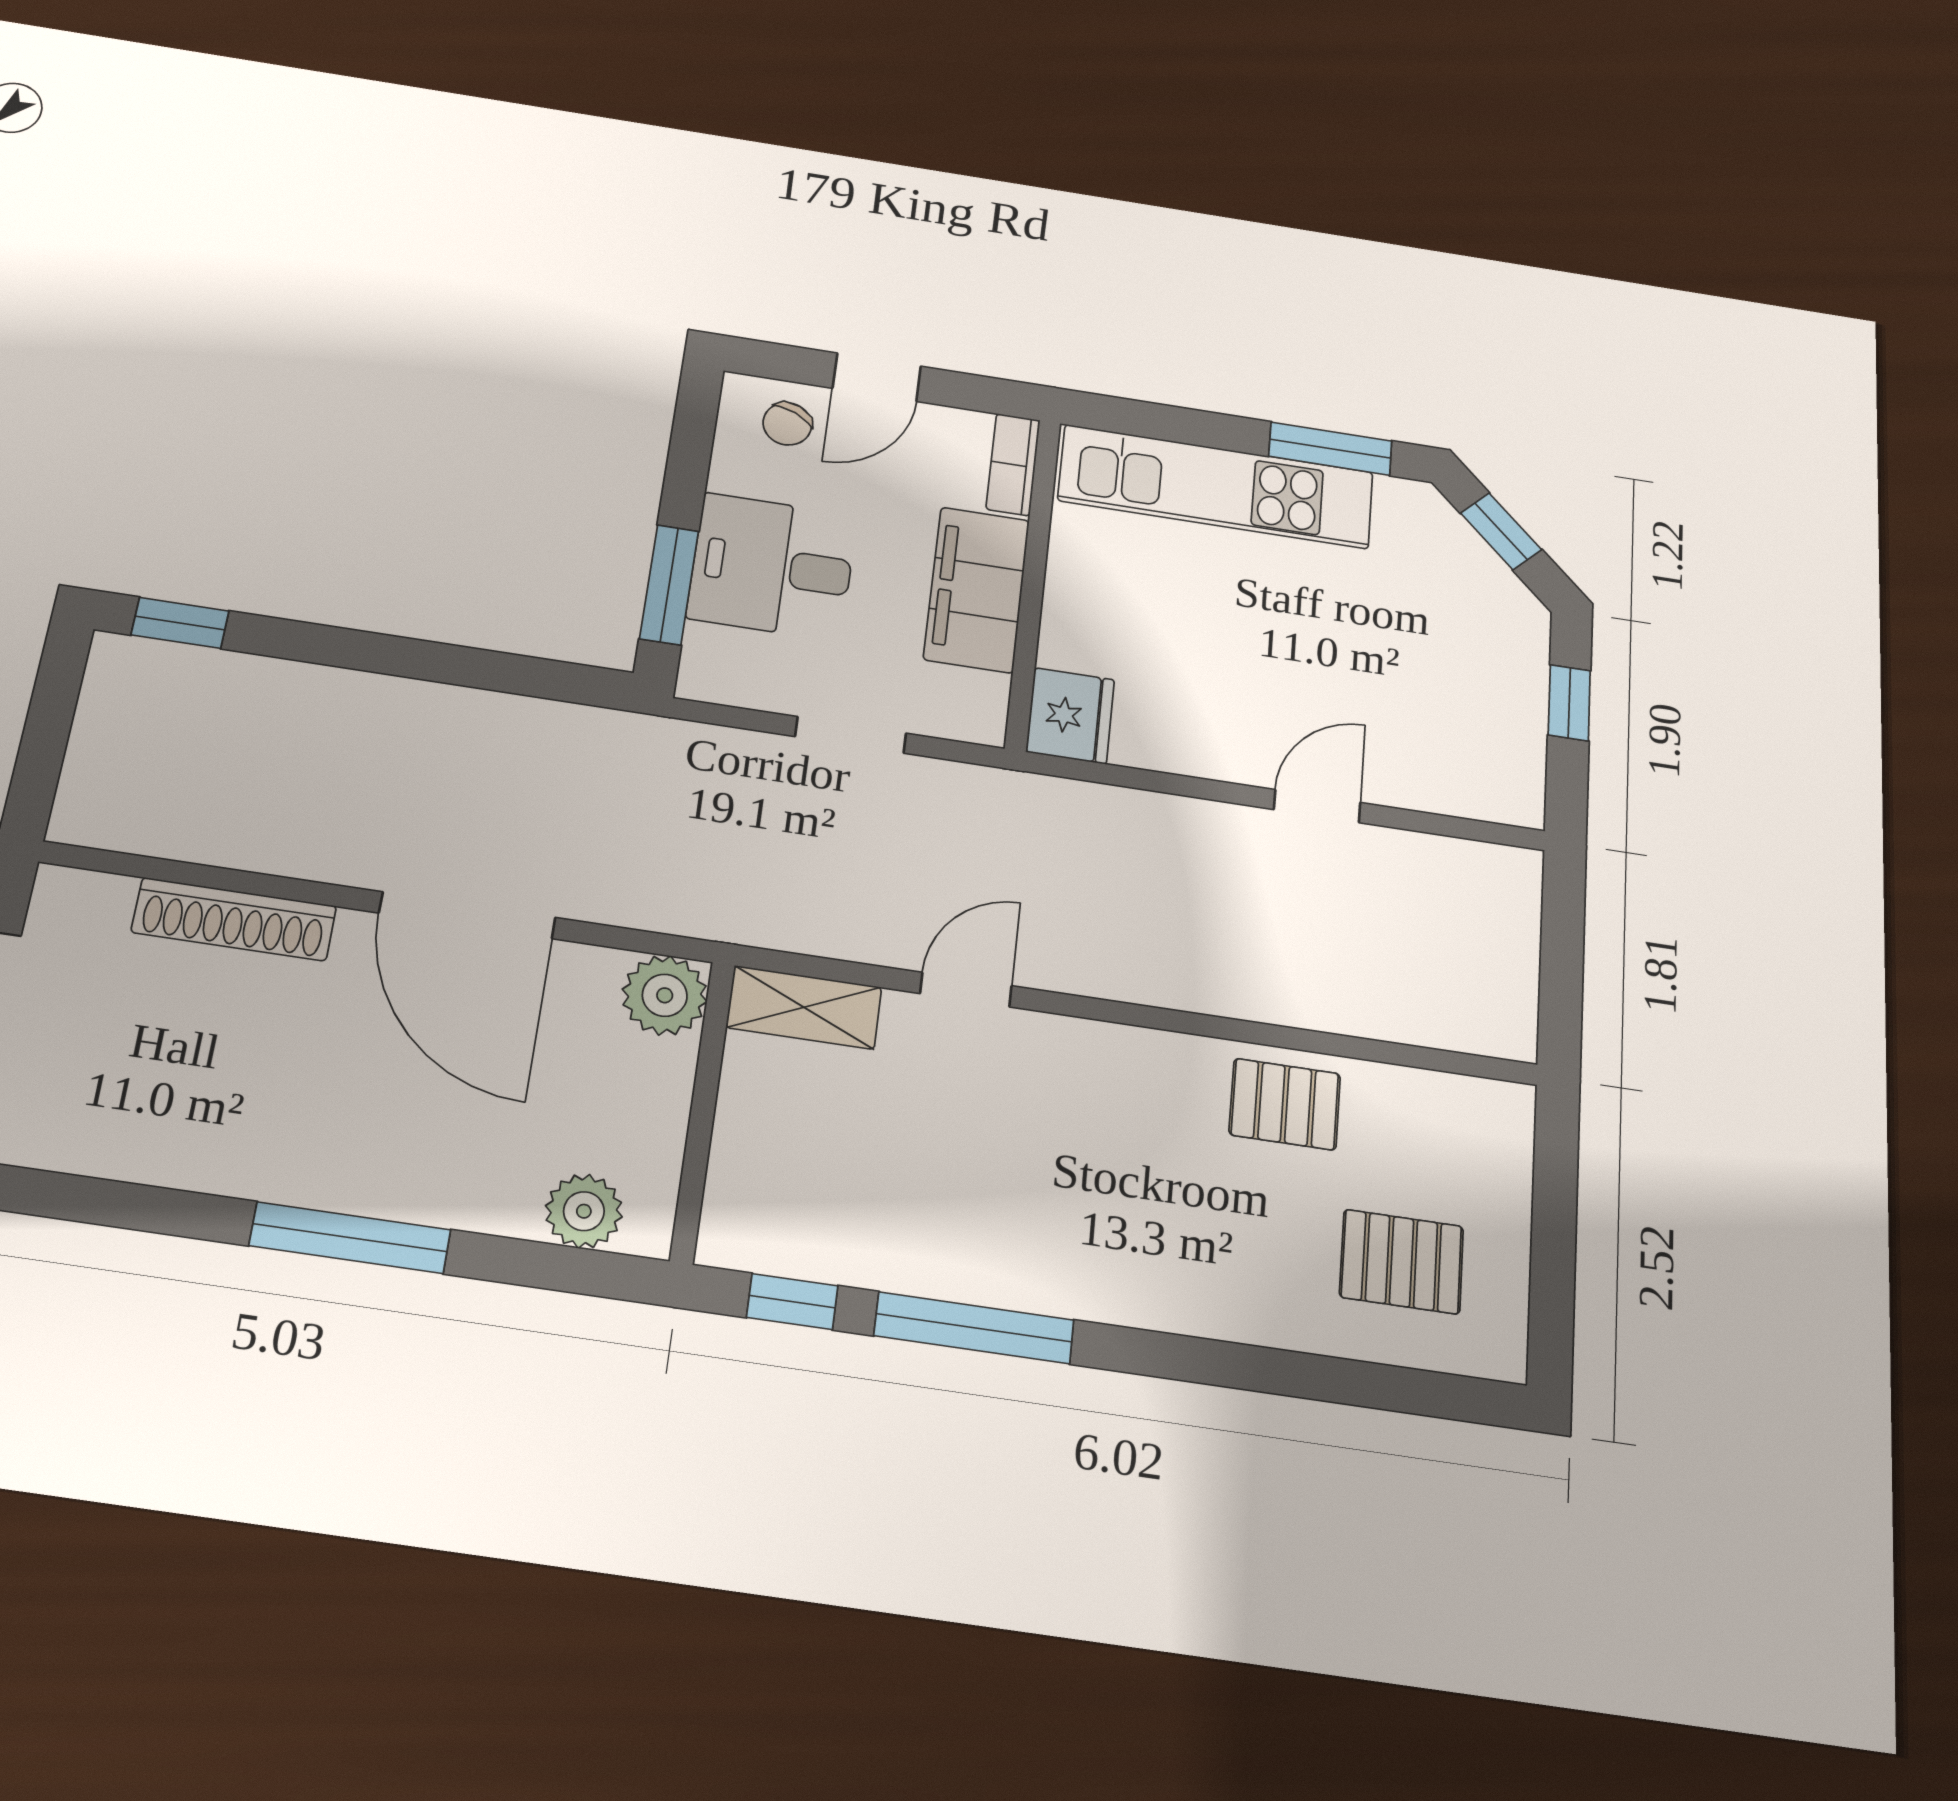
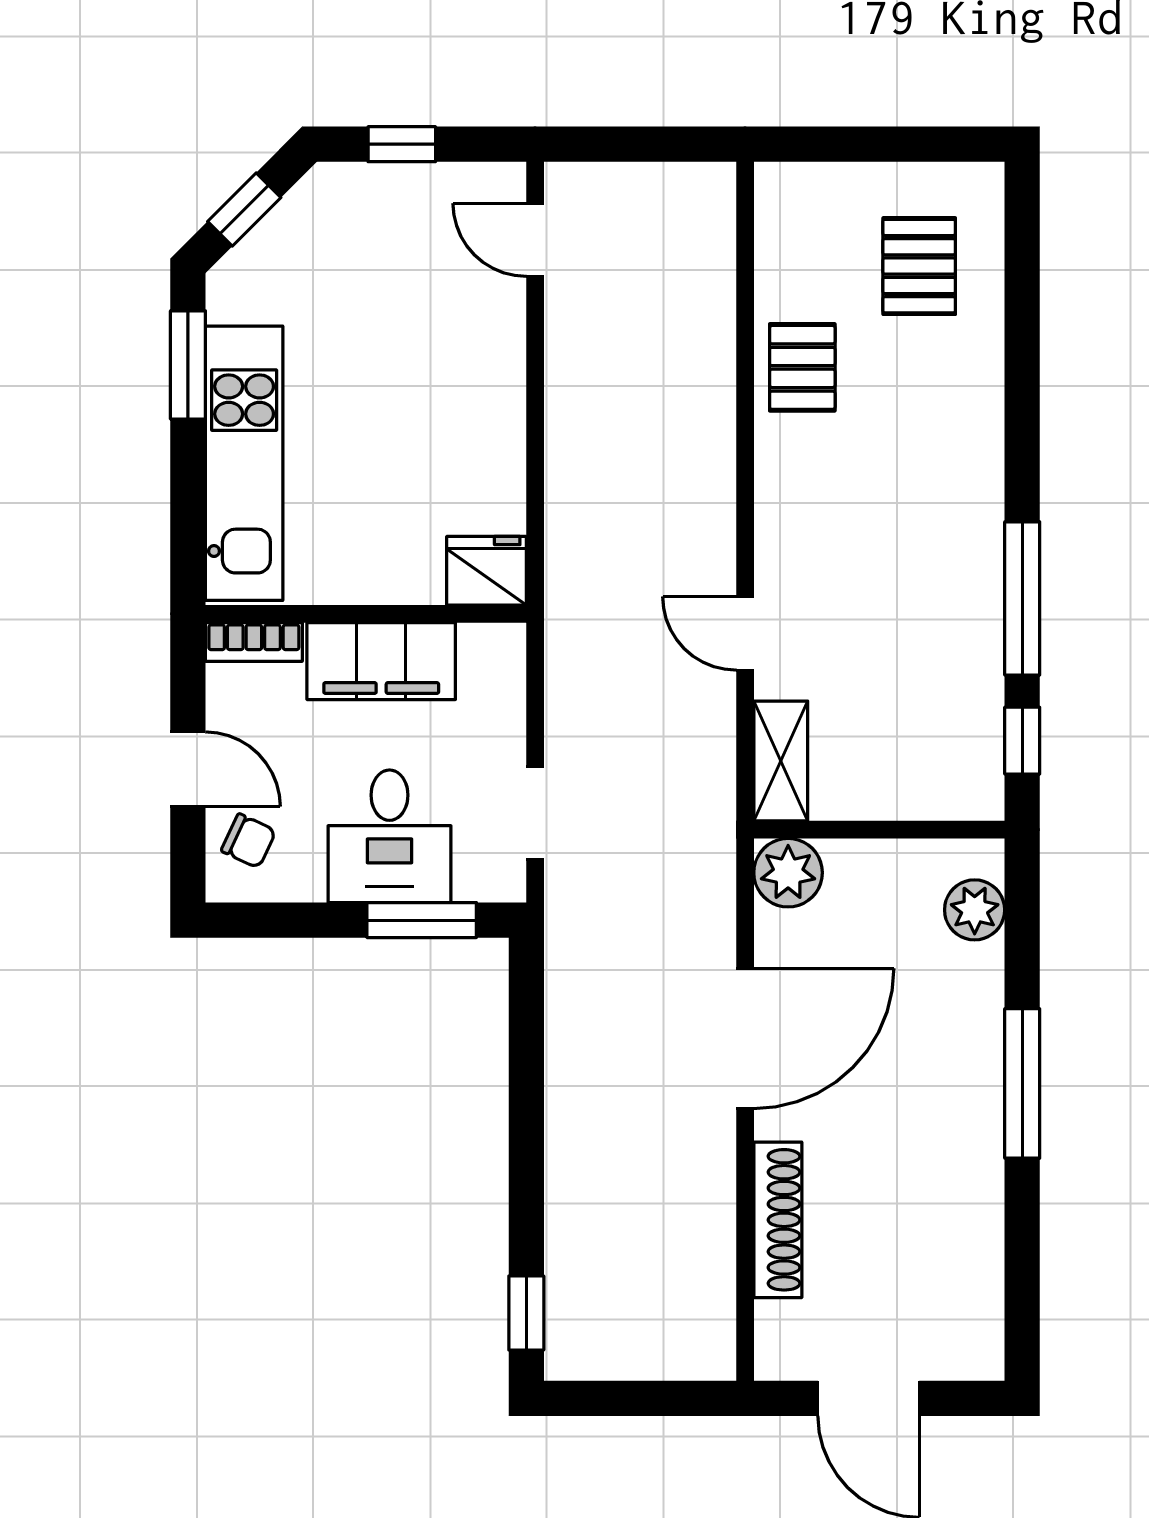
doorway: (851, 735) -> (535, 813), moved
door: (1317, 806) -> (535, 240), moved

